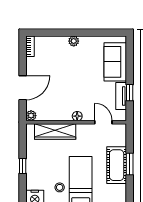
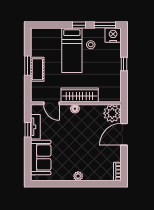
plant: (31, 116) -> (112, 113), width x1.88, depth x1.88
wardrobe: (55, 131) -> (80, 95), moved
cot: (117, 165) -> (37, 69), width x0.73, depth x0.75

